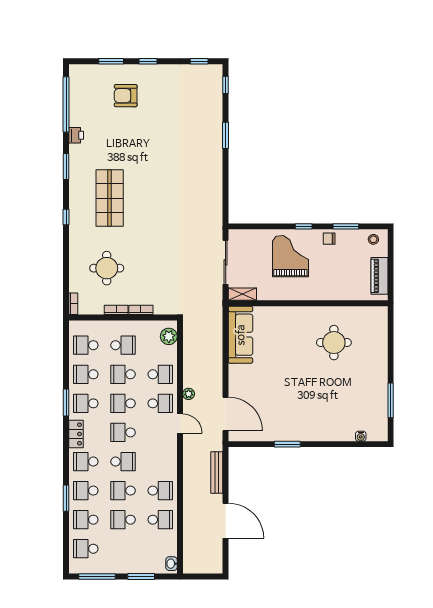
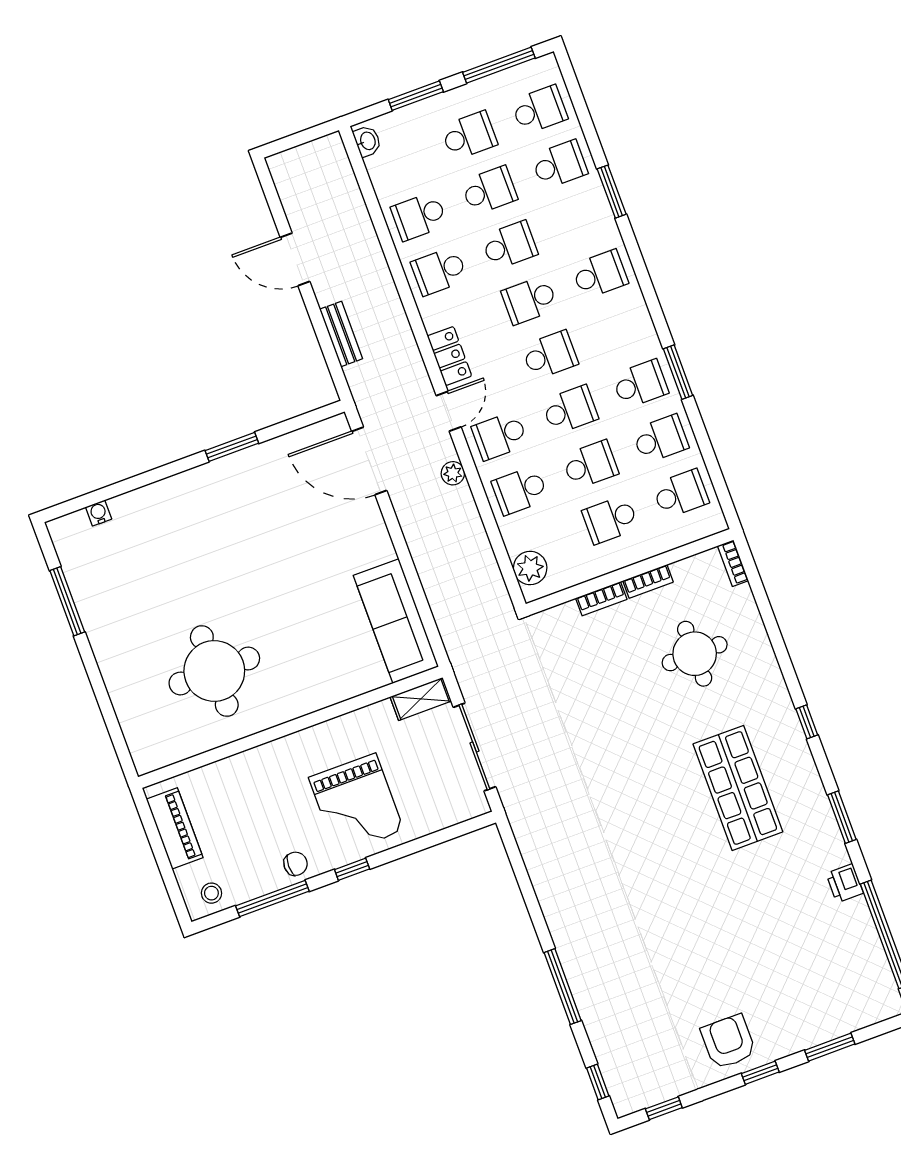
armchair: (126, 96) -> (728, 1042), moved, turned -90
window: (226, 135) -> (563, 987), width x1.44
window: (346, 226) -> (272, 899), width x1.44
round table: (334, 343) -> (214, 671), width x1.36, depth x1.36
door: (180, 424) -> (449, 411), swing flipped
locker: (76, 434) -> (449, 356), moved, turned 180
bench: (217, 473) -> (341, 334), width x0.73
school desk: (86, 491) -> (469, 136), moved
door: (226, 521) -> (295, 259), width x0.73

